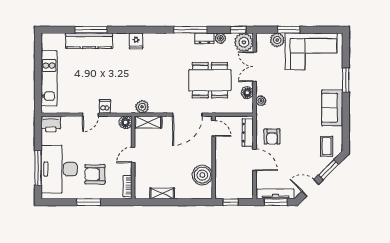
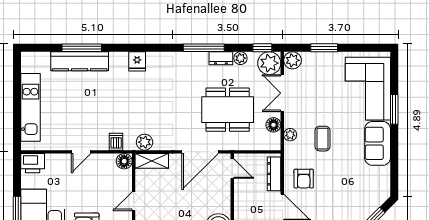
plant: (277, 40) -> (293, 60), moved
corner sofa: (311, 51) -> (368, 89), moved, turned 90
dishwasher: (105, 106) -> (116, 142), moved
coffee table: (327, 146) -> (323, 139), moved

